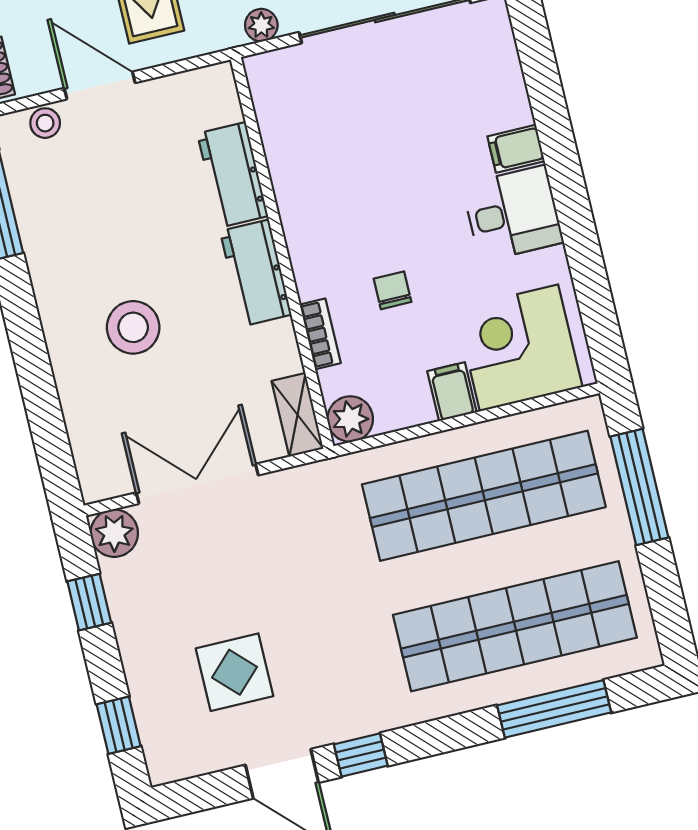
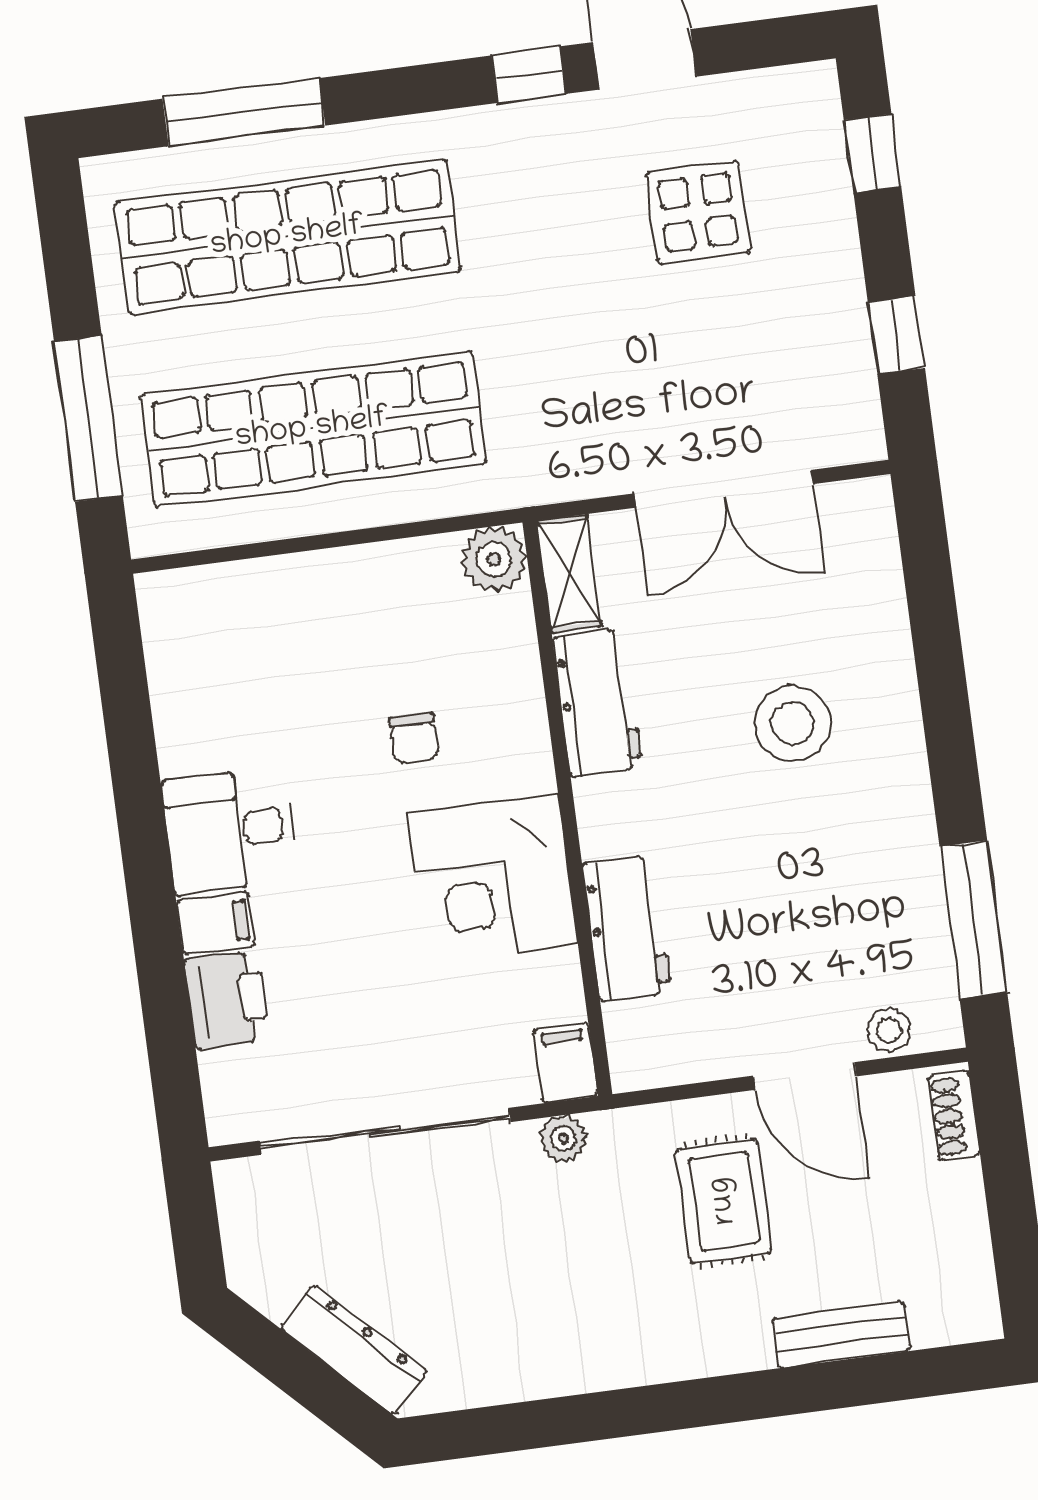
printer: (503, 97) -> (227, 1000), added
workbench: (256, 273) -> (598, 703), moved
bookcase: (320, 334) -> (525, 686), removed
corner desk: (519, 348) -> (492, 878), moved, turned 90
filing cabinet: (452, 392) -> (565, 1063), moved, turned 180
plant: (114, 533) -> (850, 430), removed

